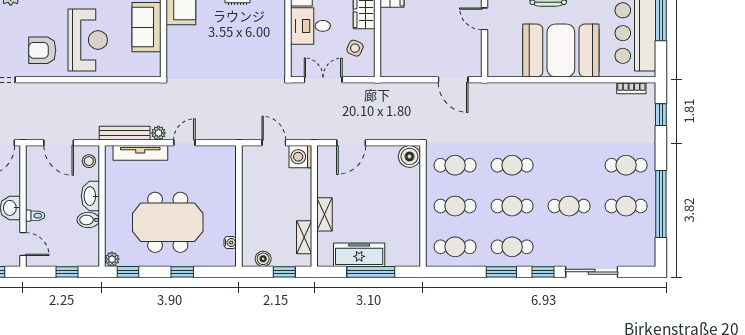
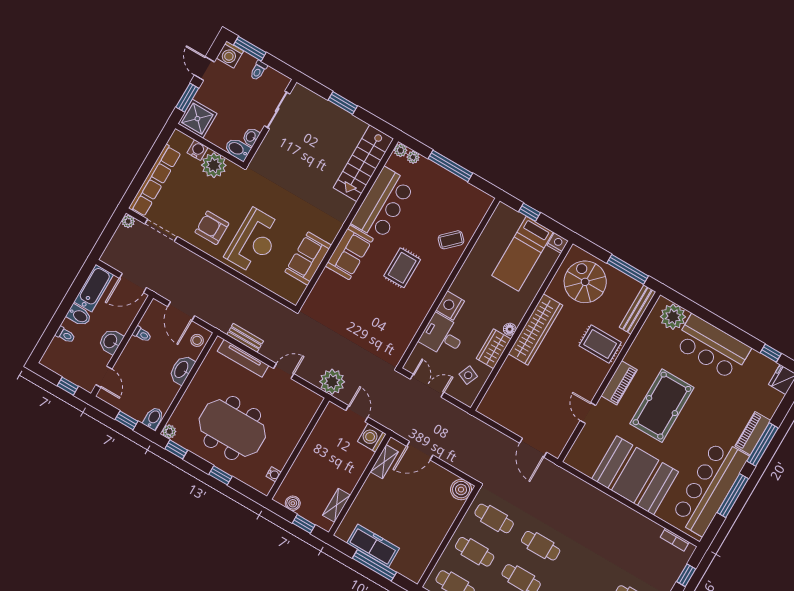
bench: (125, 133) -> (245, 338), width x0.73
plant: (158, 133) -> (332, 382), moved, width x1.87, depth x1.87
shelving: (324, 214) -> (384, 462), moved
toilet: (35, 216) -> (142, 334), moved
bidet: (88, 220) -> (153, 418), moved, turned 90

